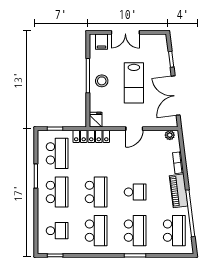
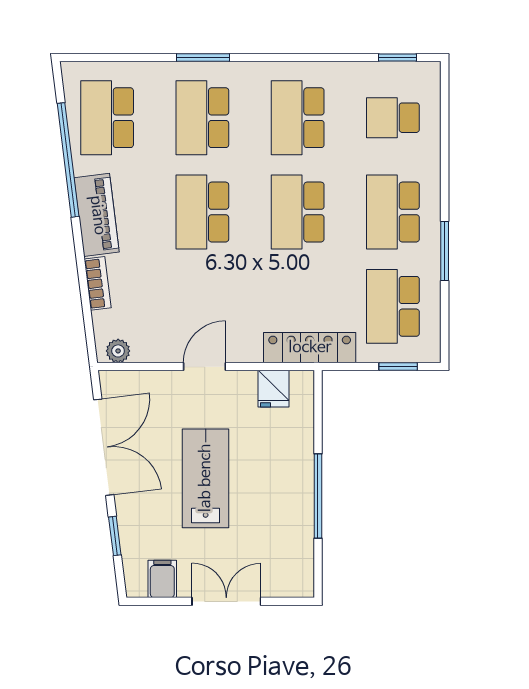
filing cabinet: (101, 42) -> (162, 579), moved
stool: (102, 81) -> (284, 483), removed
fridge: (96, 120) -> (274, 389), moved
school desk: (135, 192) -> (202, 212), width x1.85

